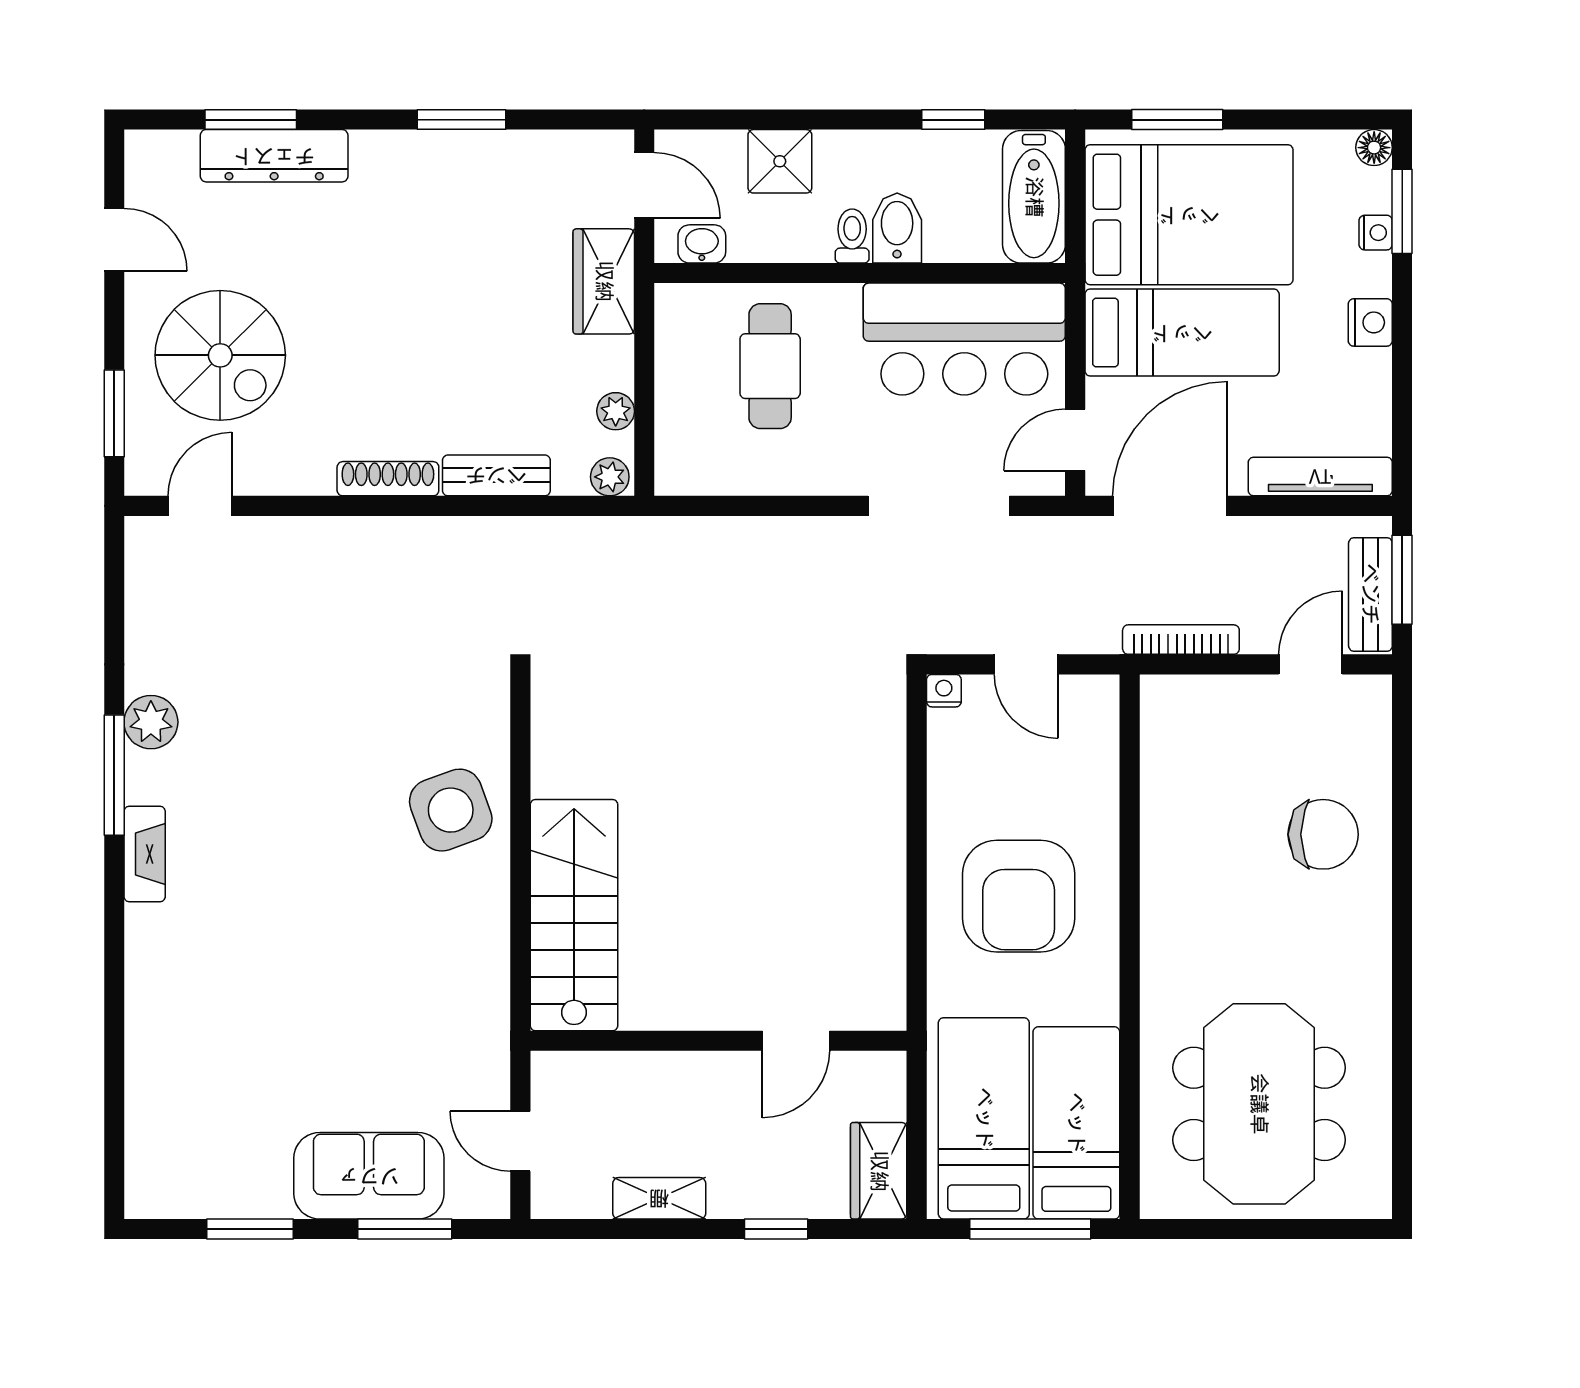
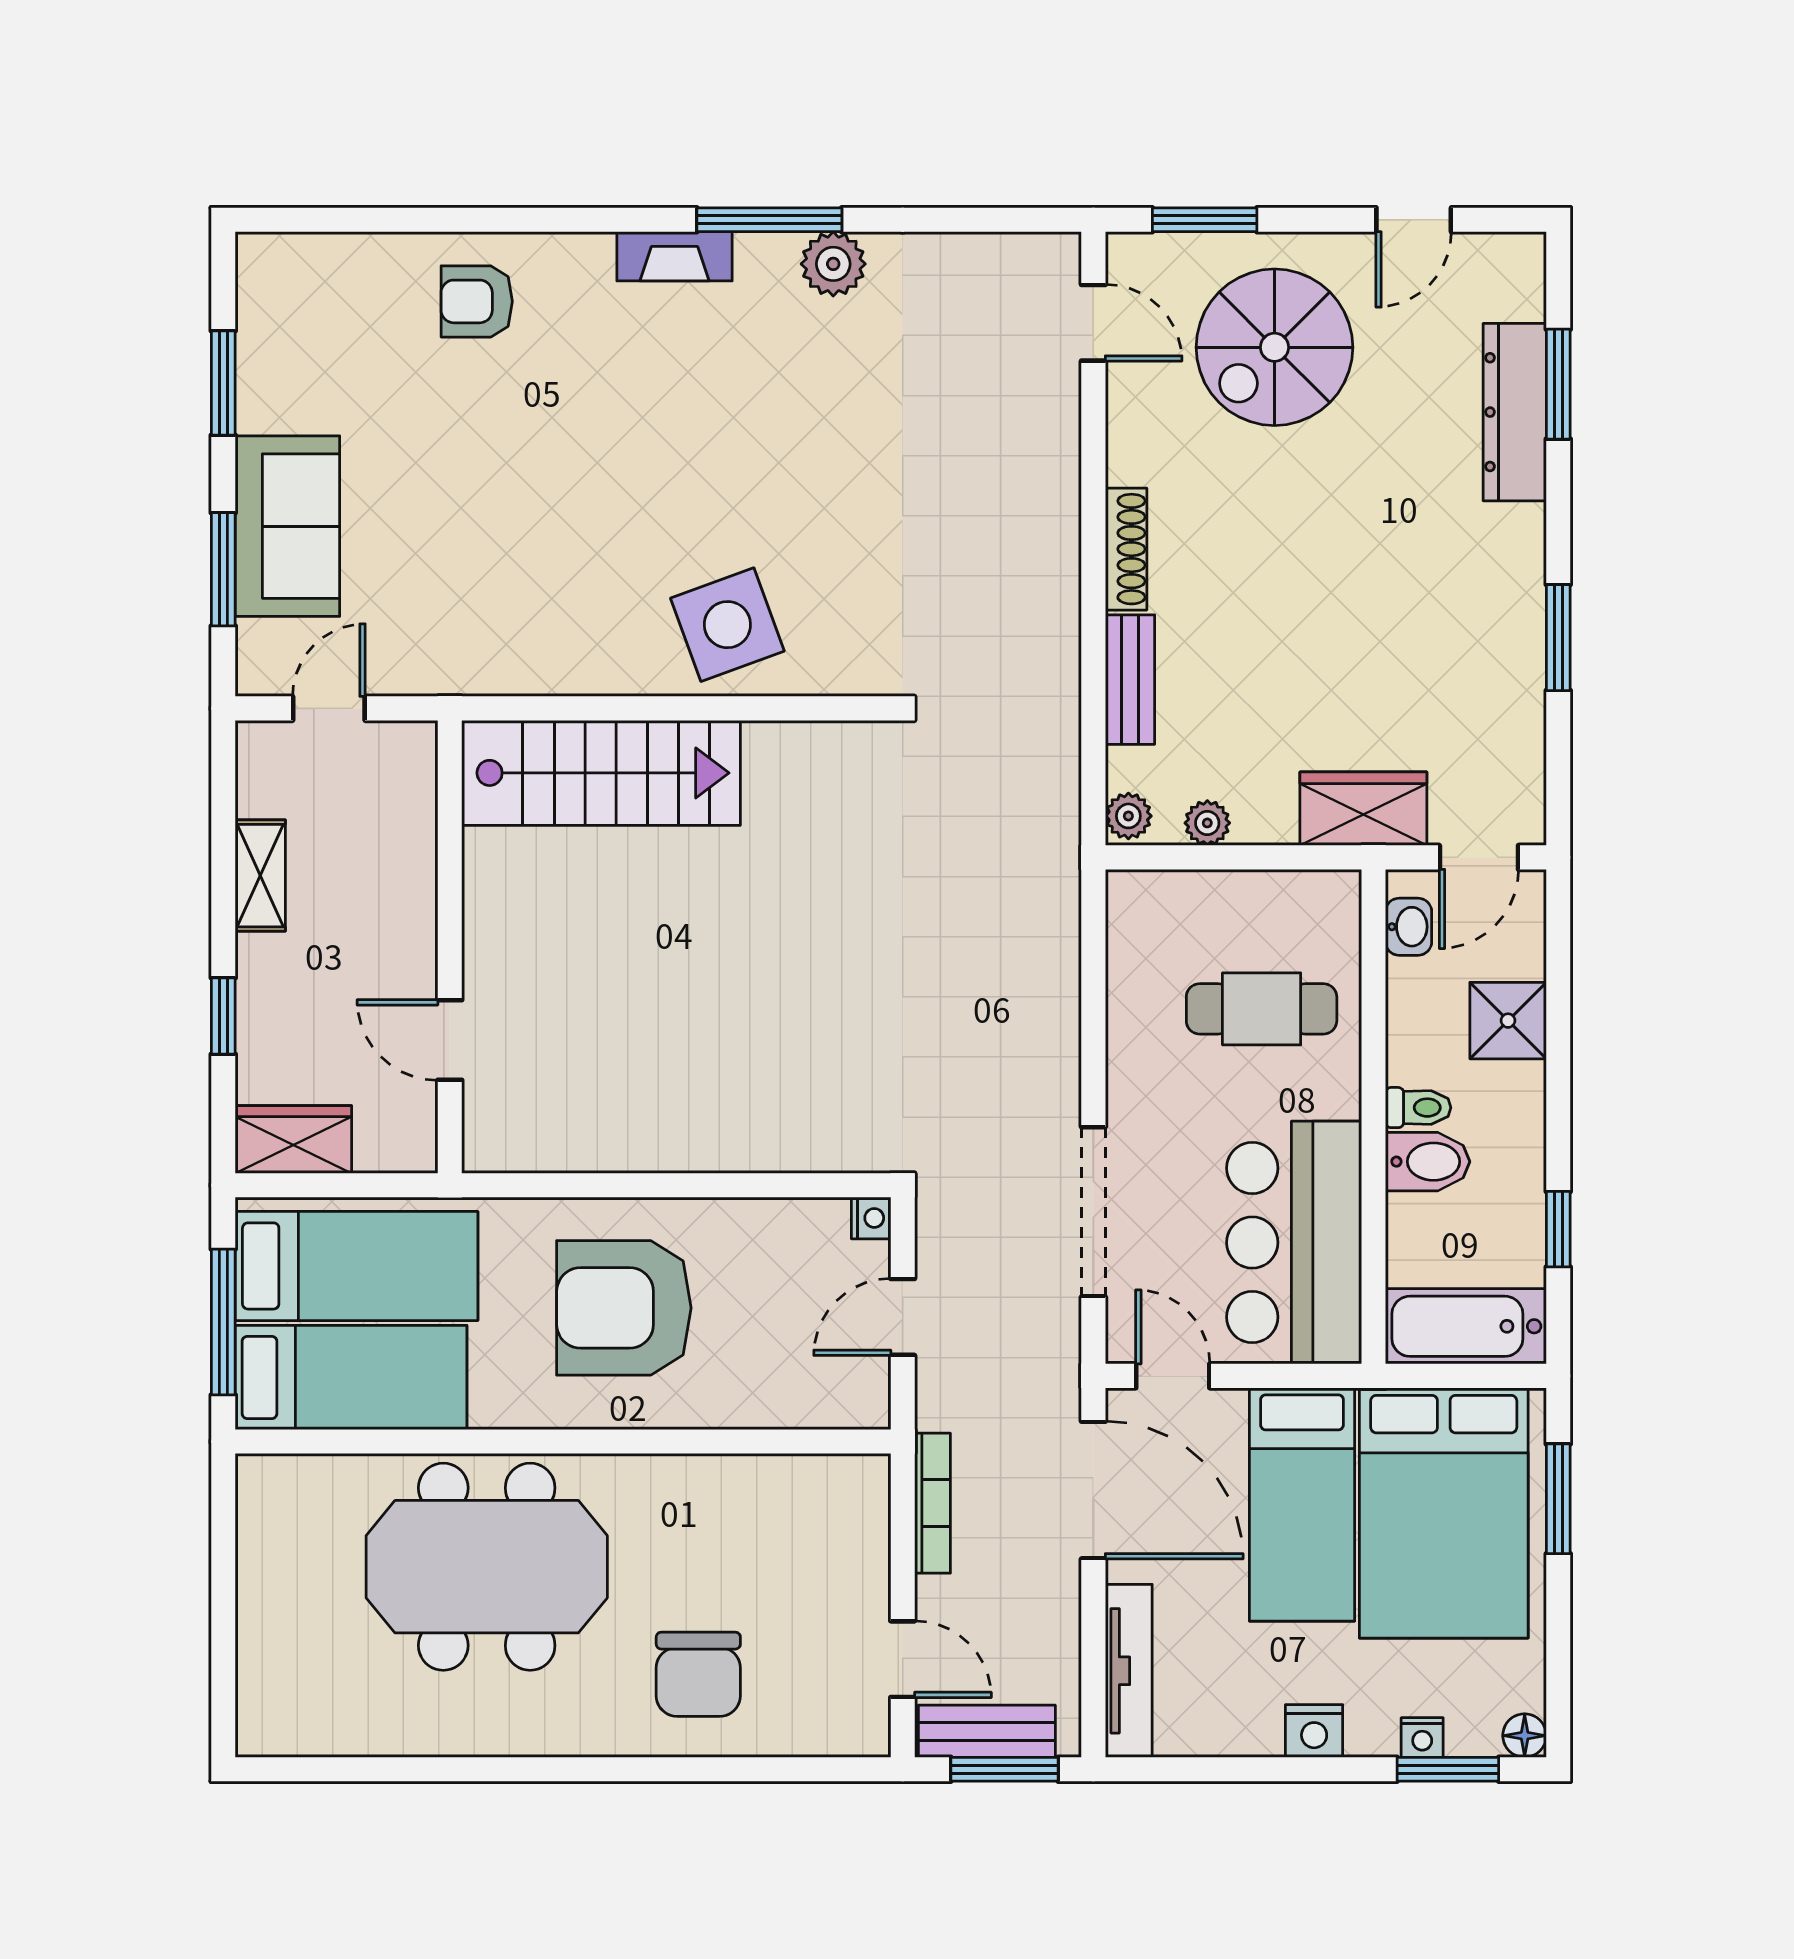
armchair: (182, 1018) -> (477, 301), added
meeting table: (1259, 1104) -> (487, 1567), moved

